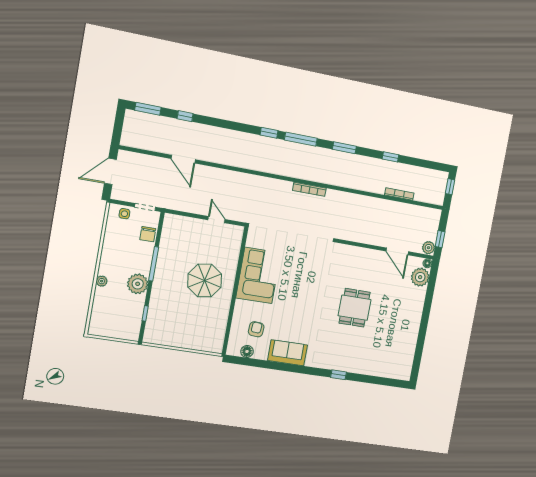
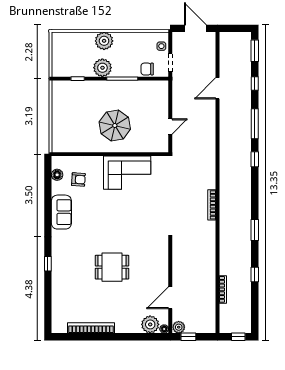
window: (301, 139) -> (255, 124), moved
plant: (102, 281) -> (104, 41), width x1.88, depth x1.88
bookcase: (412, 339) -> (91, 328), added

